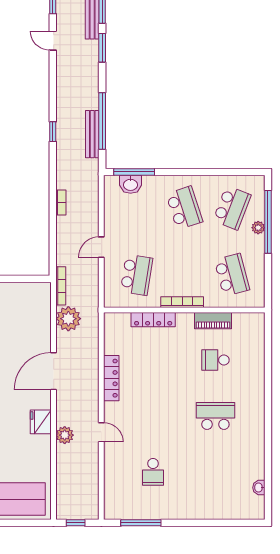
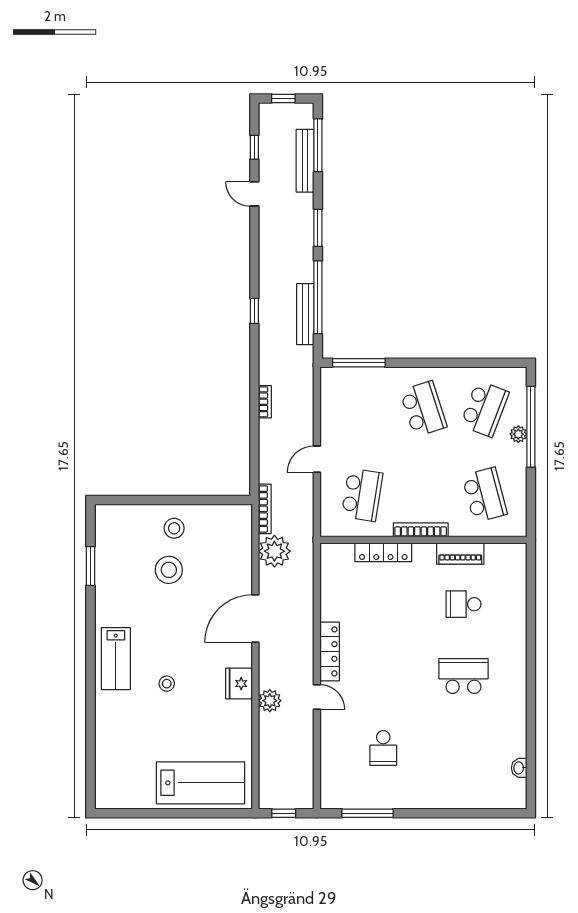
window: (102, 48) -> (318, 228), moved
washbasin: (131, 184) -> (354, 379), removed
locker: (111, 378) -> (330, 651), moved

